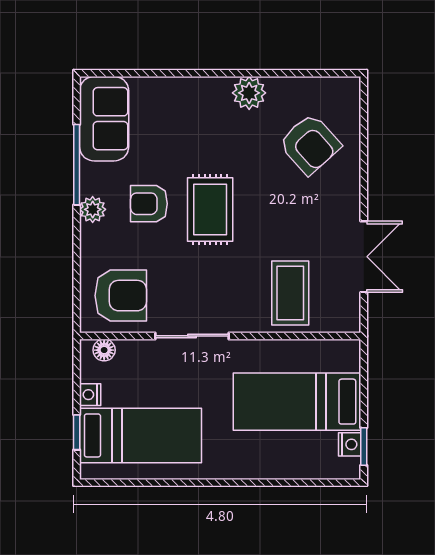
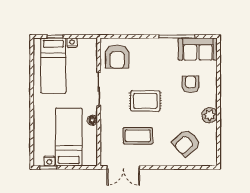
armchair: (149, 204) -> (191, 84), moved
plant: (93, 209) -> (156, 44), removed
rug: (210, 210) -> (145, 101), moved
double door: (364, 257) -> (123, 167), moved
coffee table: (290, 293) -> (138, 136), moved
floor lamp: (104, 350) -> (92, 120), moved

